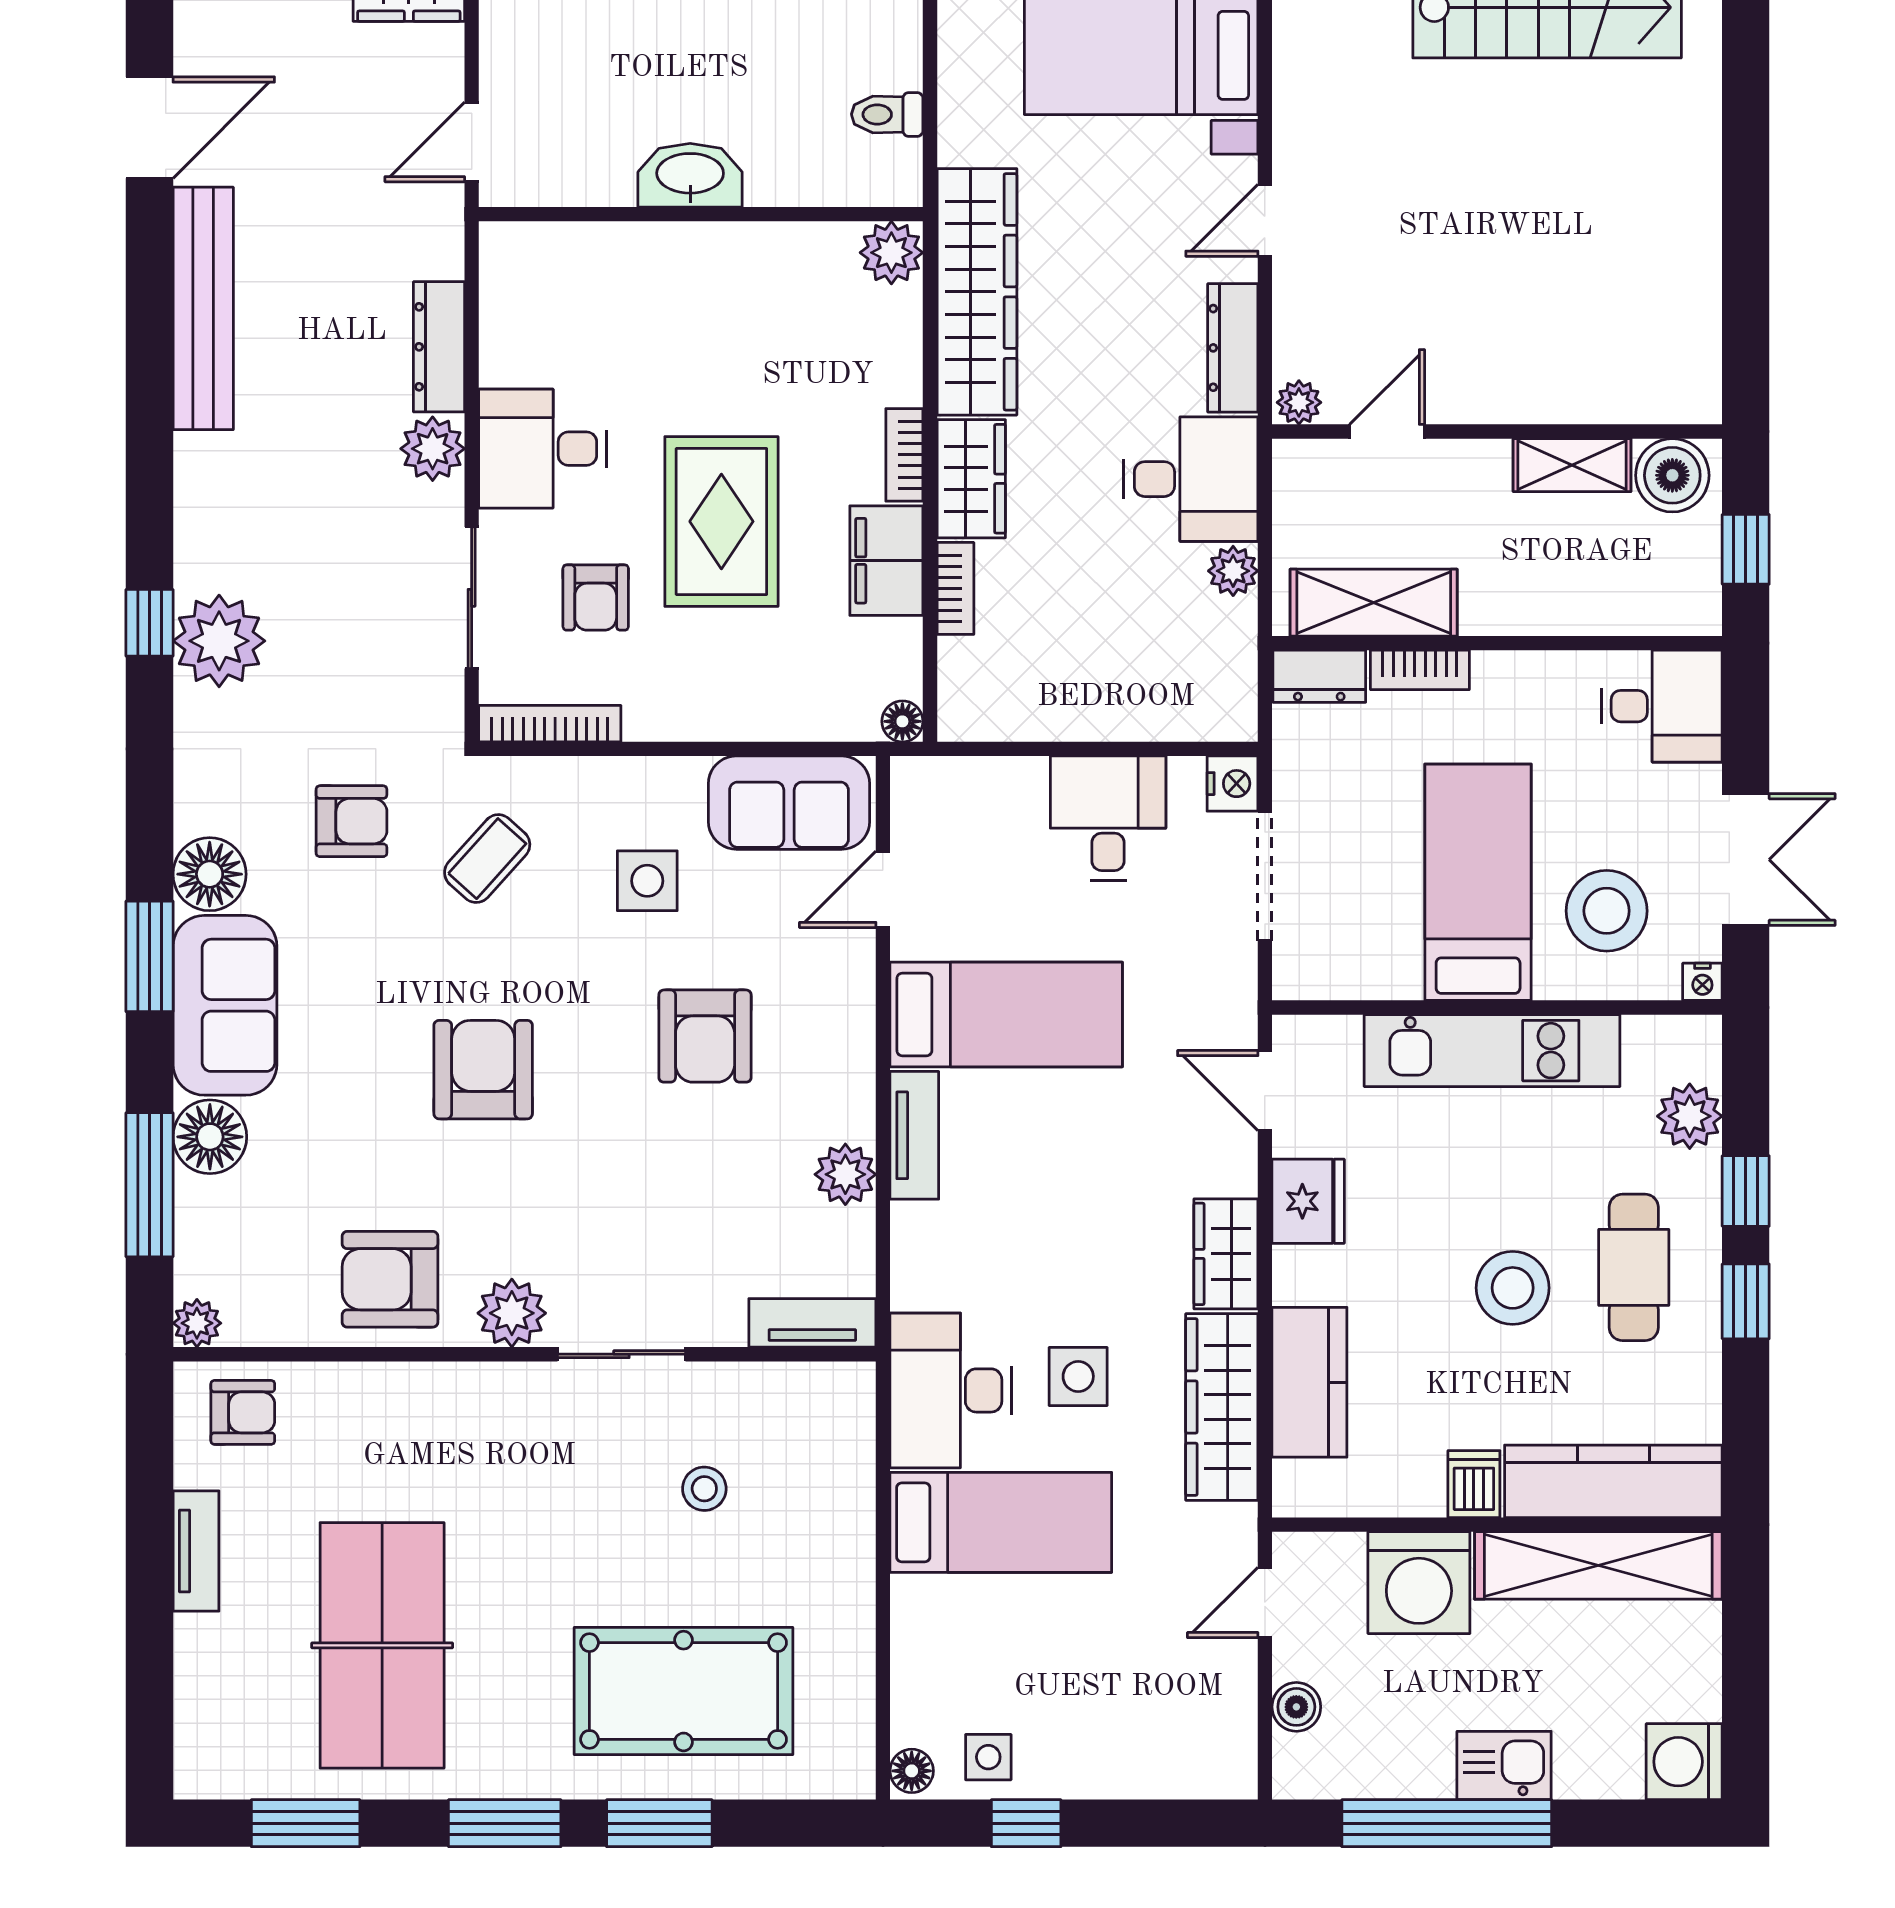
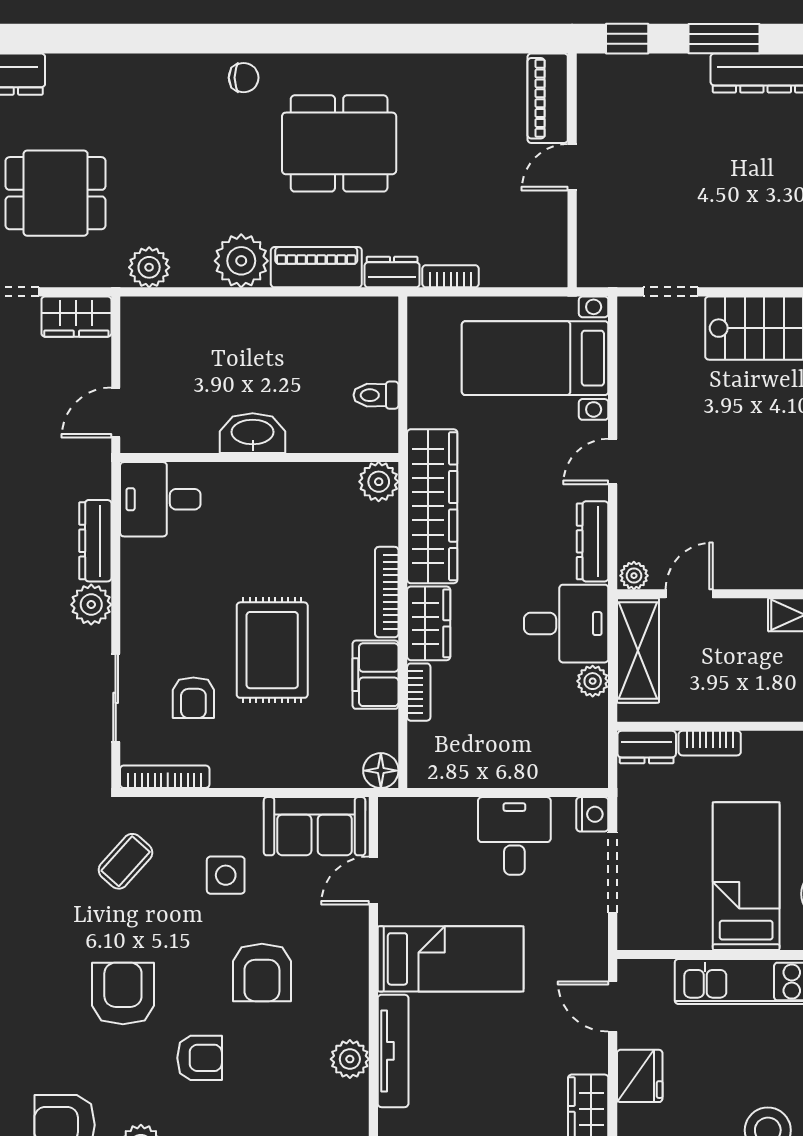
desk: (543, 449) -> (160, 499), moved
bookcase: (904, 455) -> (387, 592), width x1.56
shelving: (1374, 603) -> (638, 651), moved, turned 90
floor lamp: (902, 721) -> (381, 771), width x1.37, depth x1.37
armchair: (351, 821) -> (200, 1058), moved
tv unit: (914, 1135) -> (393, 1051), width x1.41

